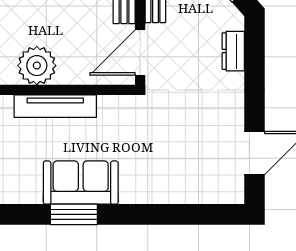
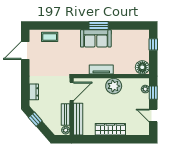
tv unit: (55, 106) -> (101, 70), width x0.71
coffee table: (194, 186) -> (50, 37), added

